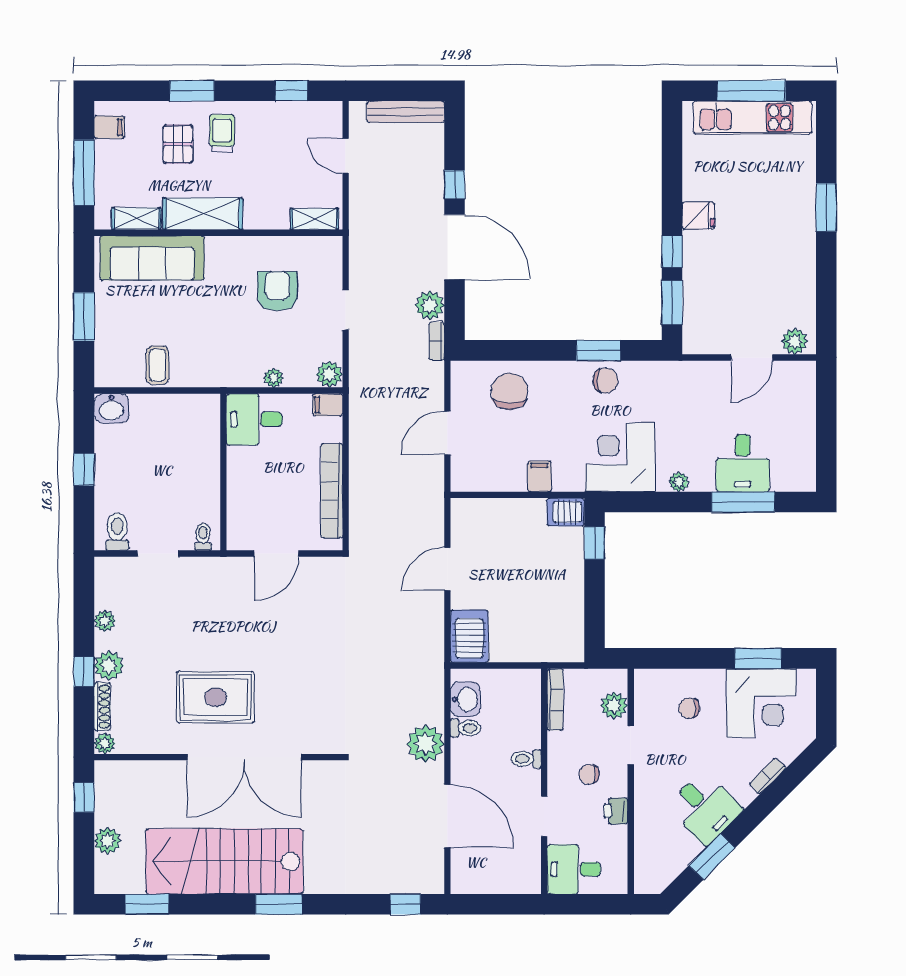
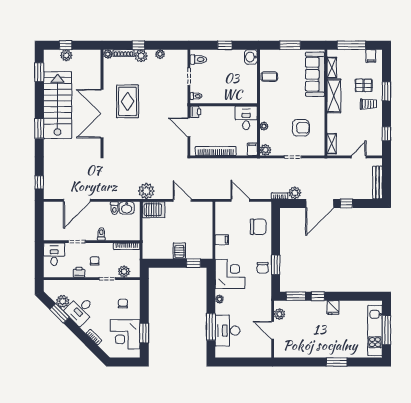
plant: (795, 341) -> (279, 314), moved
desk: (743, 463) -> (227, 331), width x1.37
server rack: (566, 512) -> (179, 251), moved
printer: (240, 538) -> (195, 112), added
plant: (425, 744) -> (146, 191), moved
window: (84, 797) -> (66, 45), moved
plant: (684, 849) -> (63, 301), added

